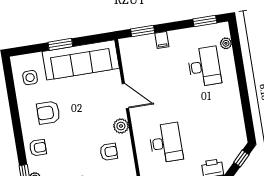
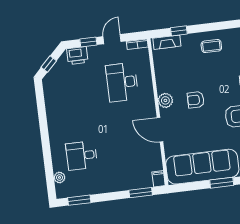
filing cabinet: (162, 40) -> (159, 179), moved
desk: (204, 67) -> (82, 156), width x0.73
armchair: (109, 152) -> (196, 100), moved

